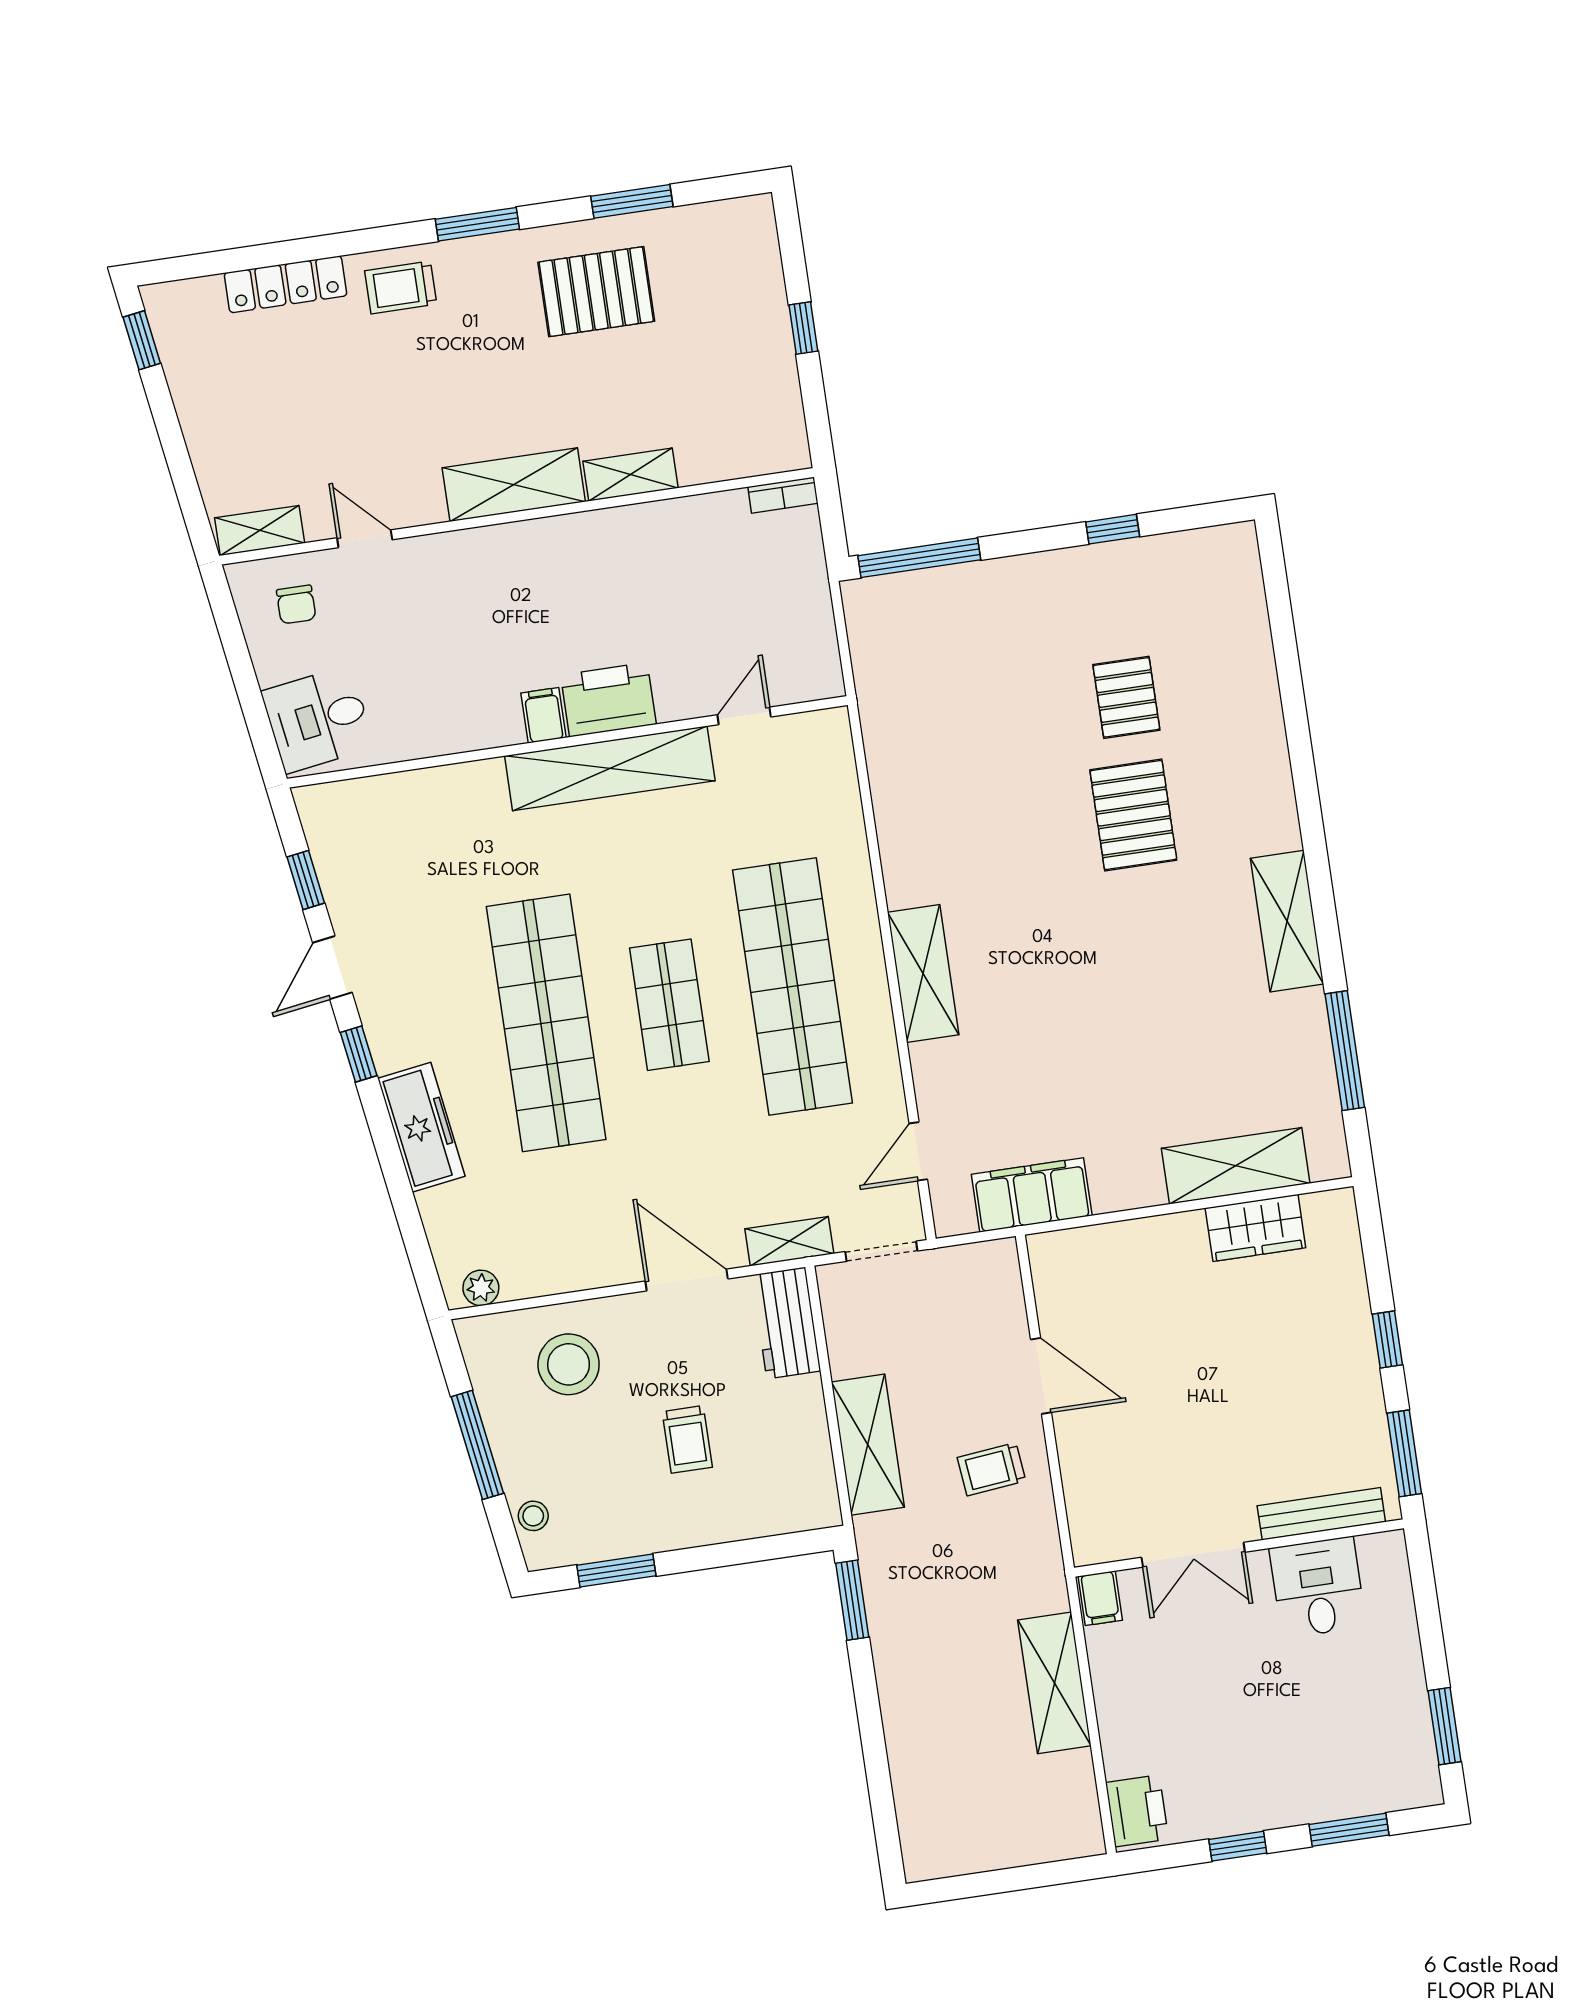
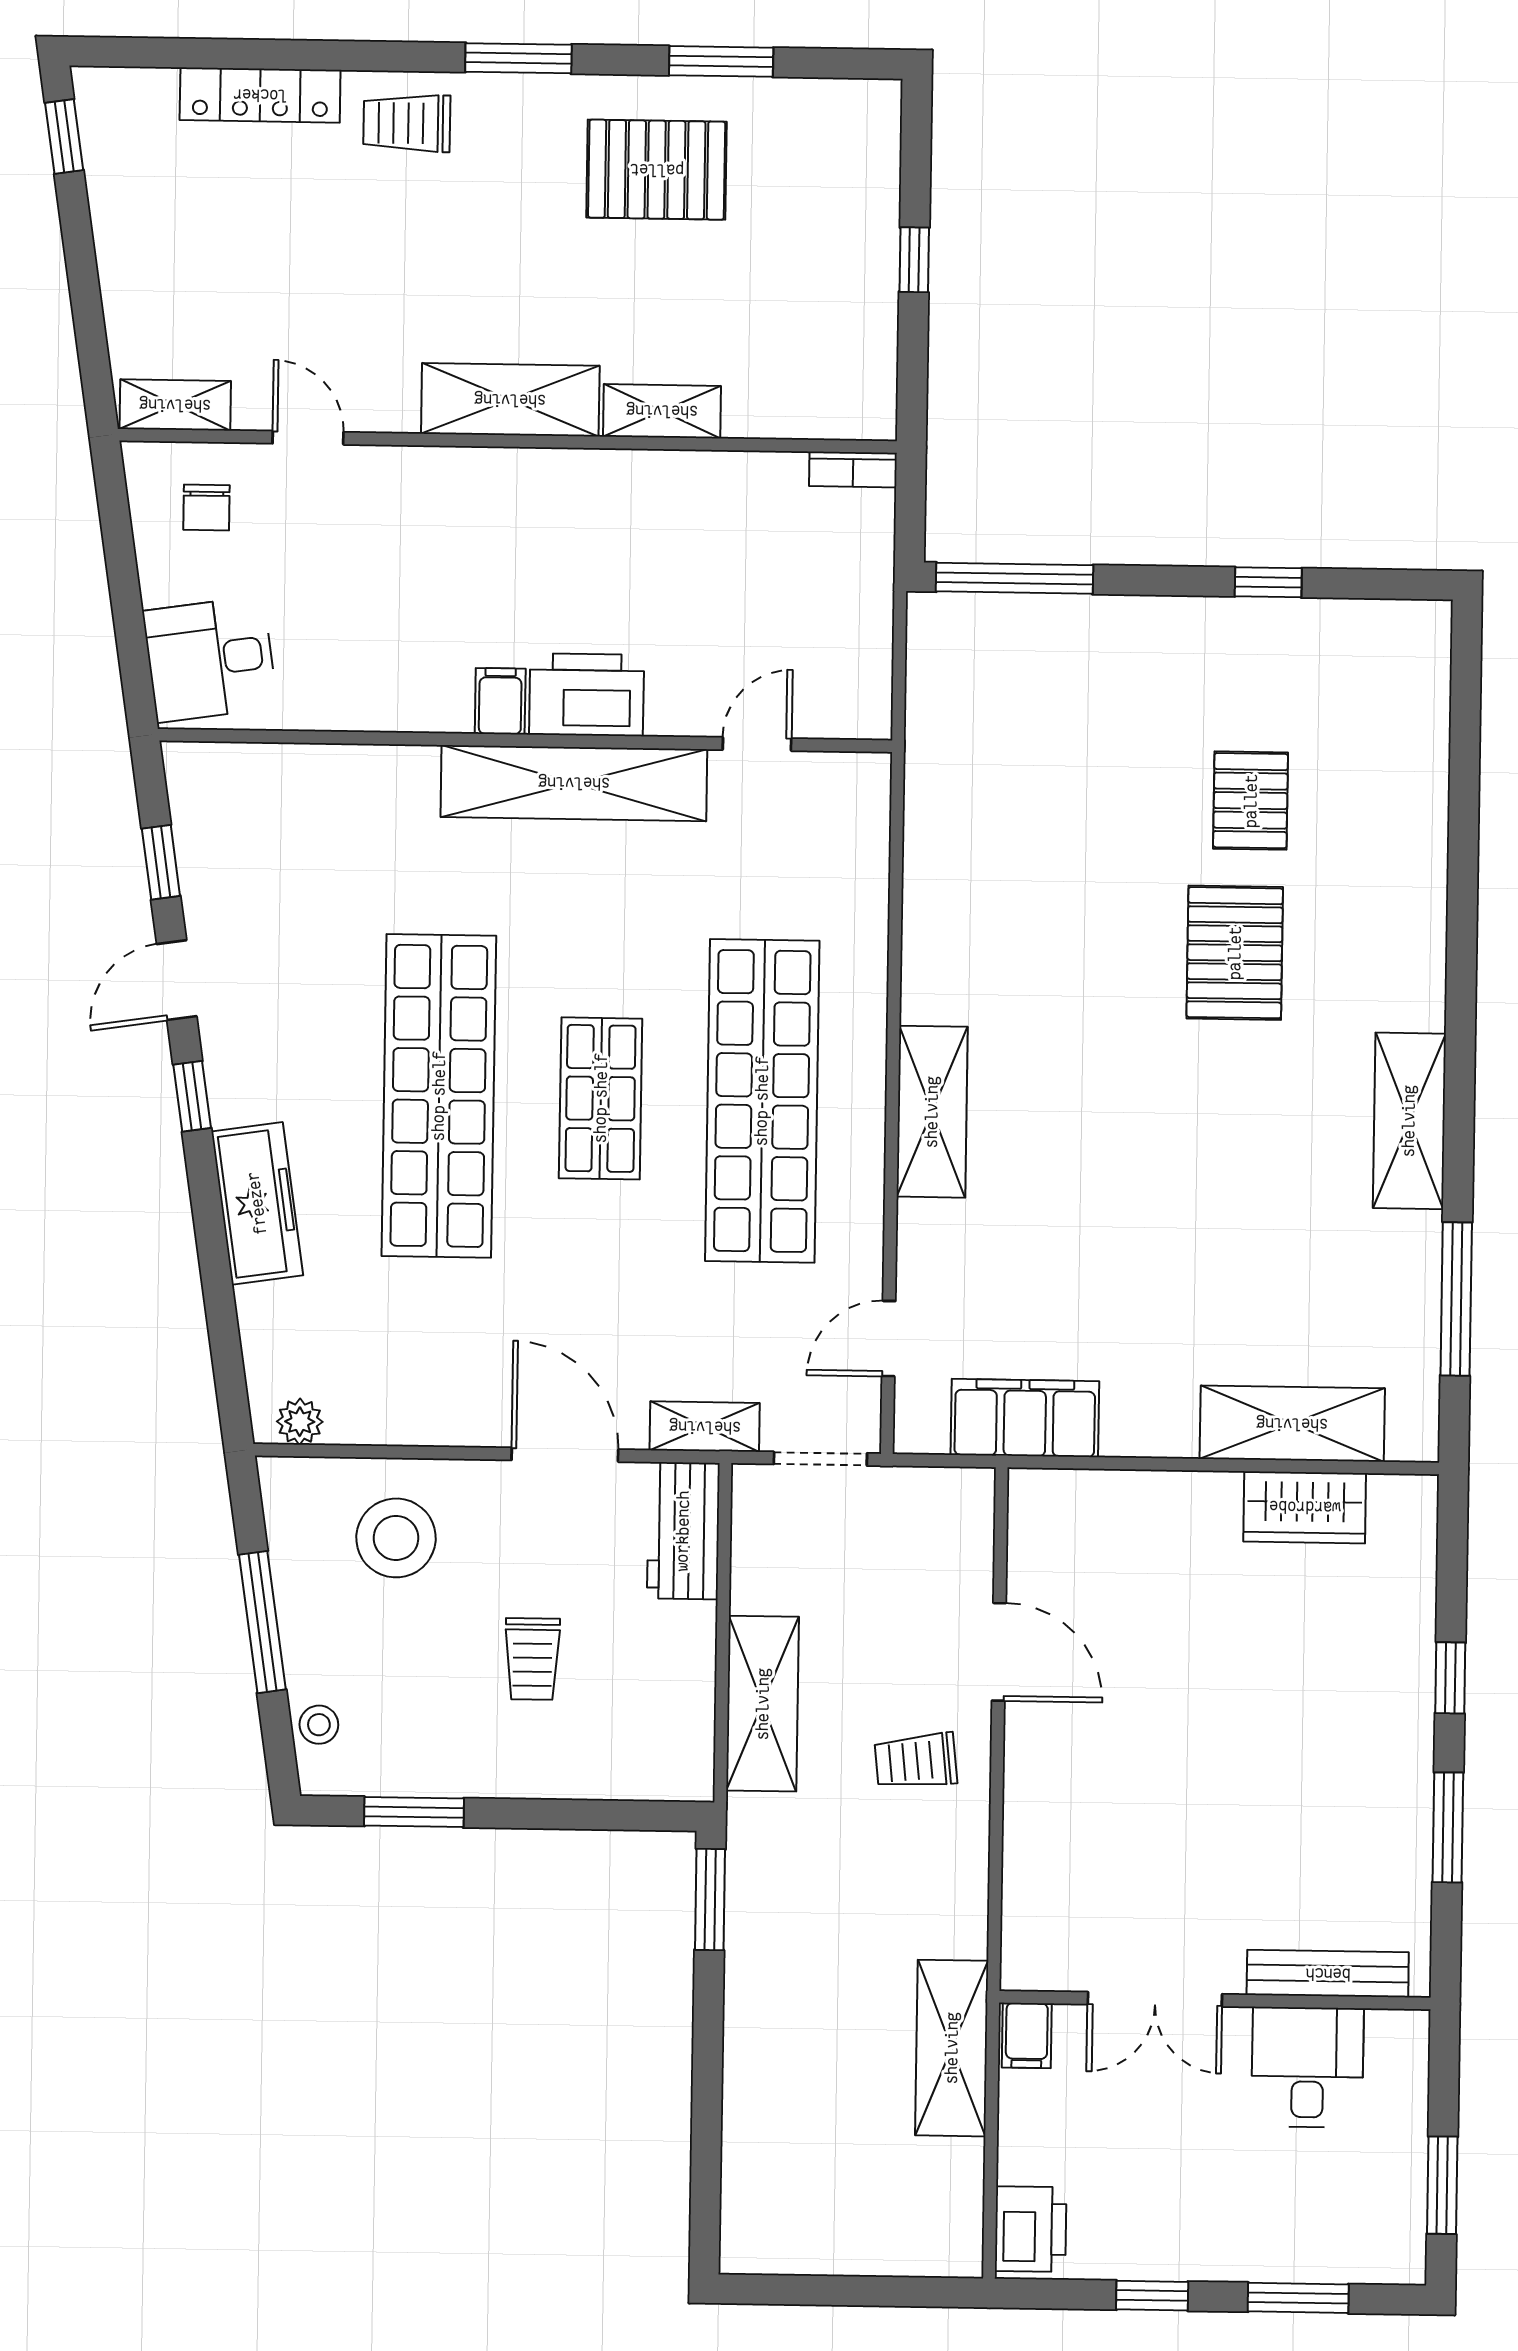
bench: (1321, 1514) -> (1328, 1974), moved
wall: (1239, 1548) -> (1215, 2000), moved
double door: (1193, 1555) -> (1155, 1999), moved
desk: (1318, 1587) -> (1308, 2067), moved
filing cabinet: (1100, 1598) -> (1027, 2035), moved

